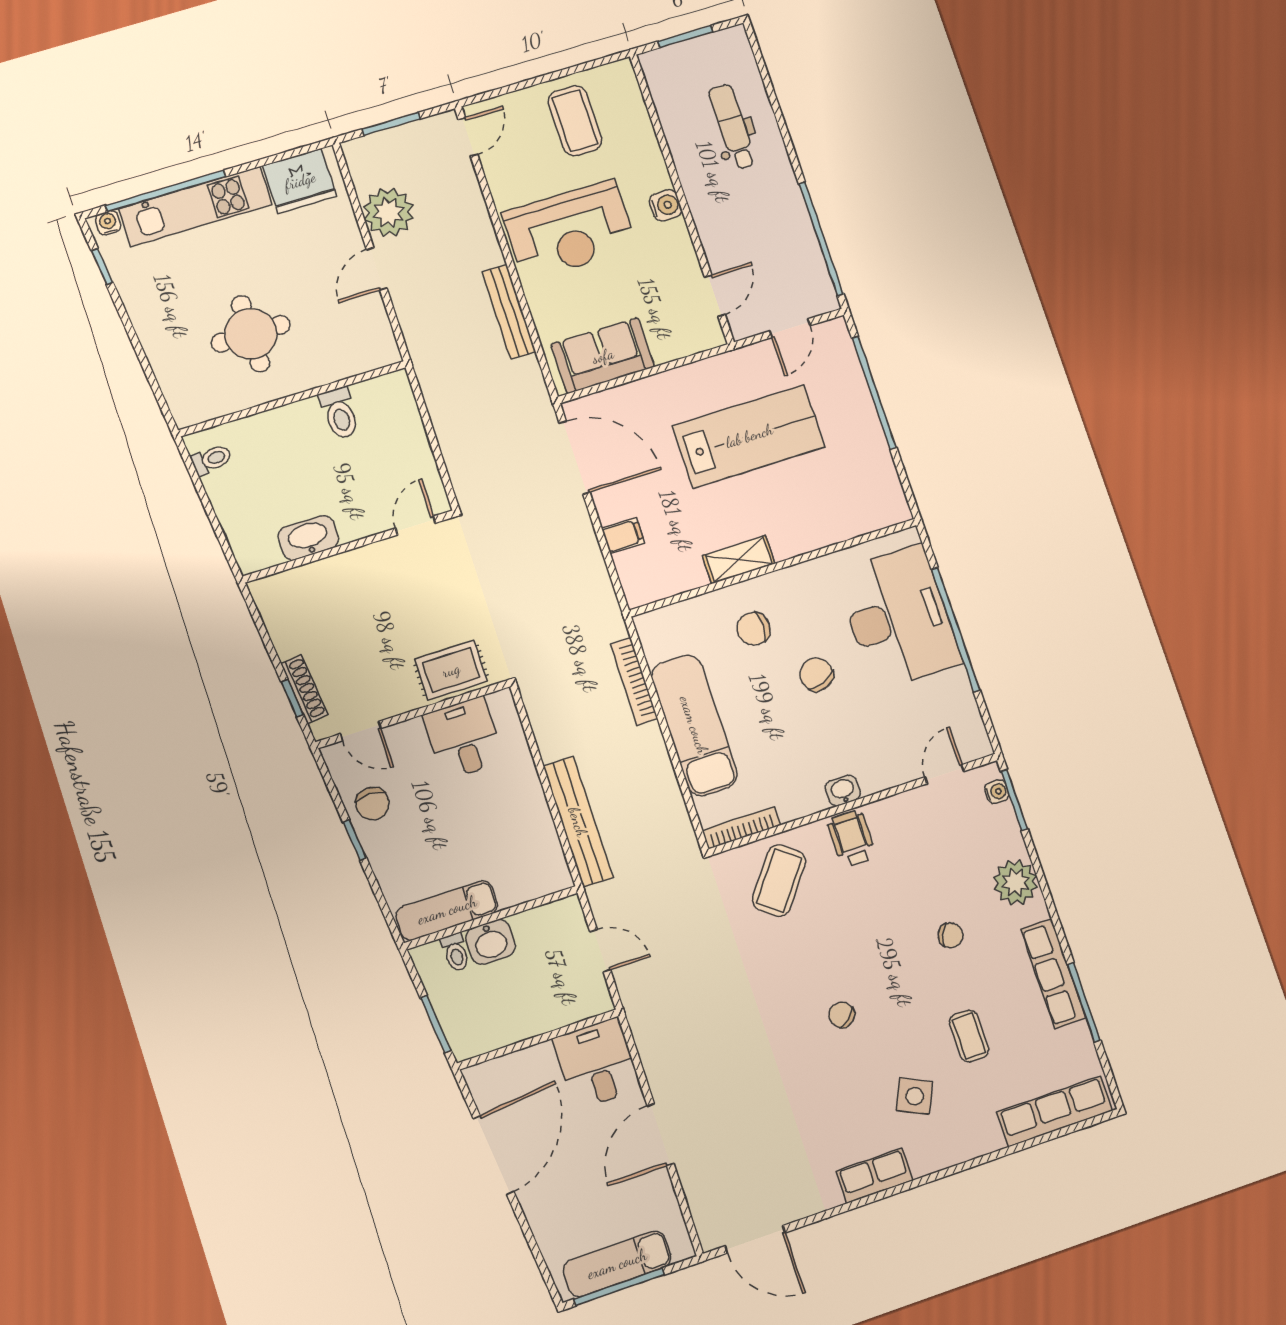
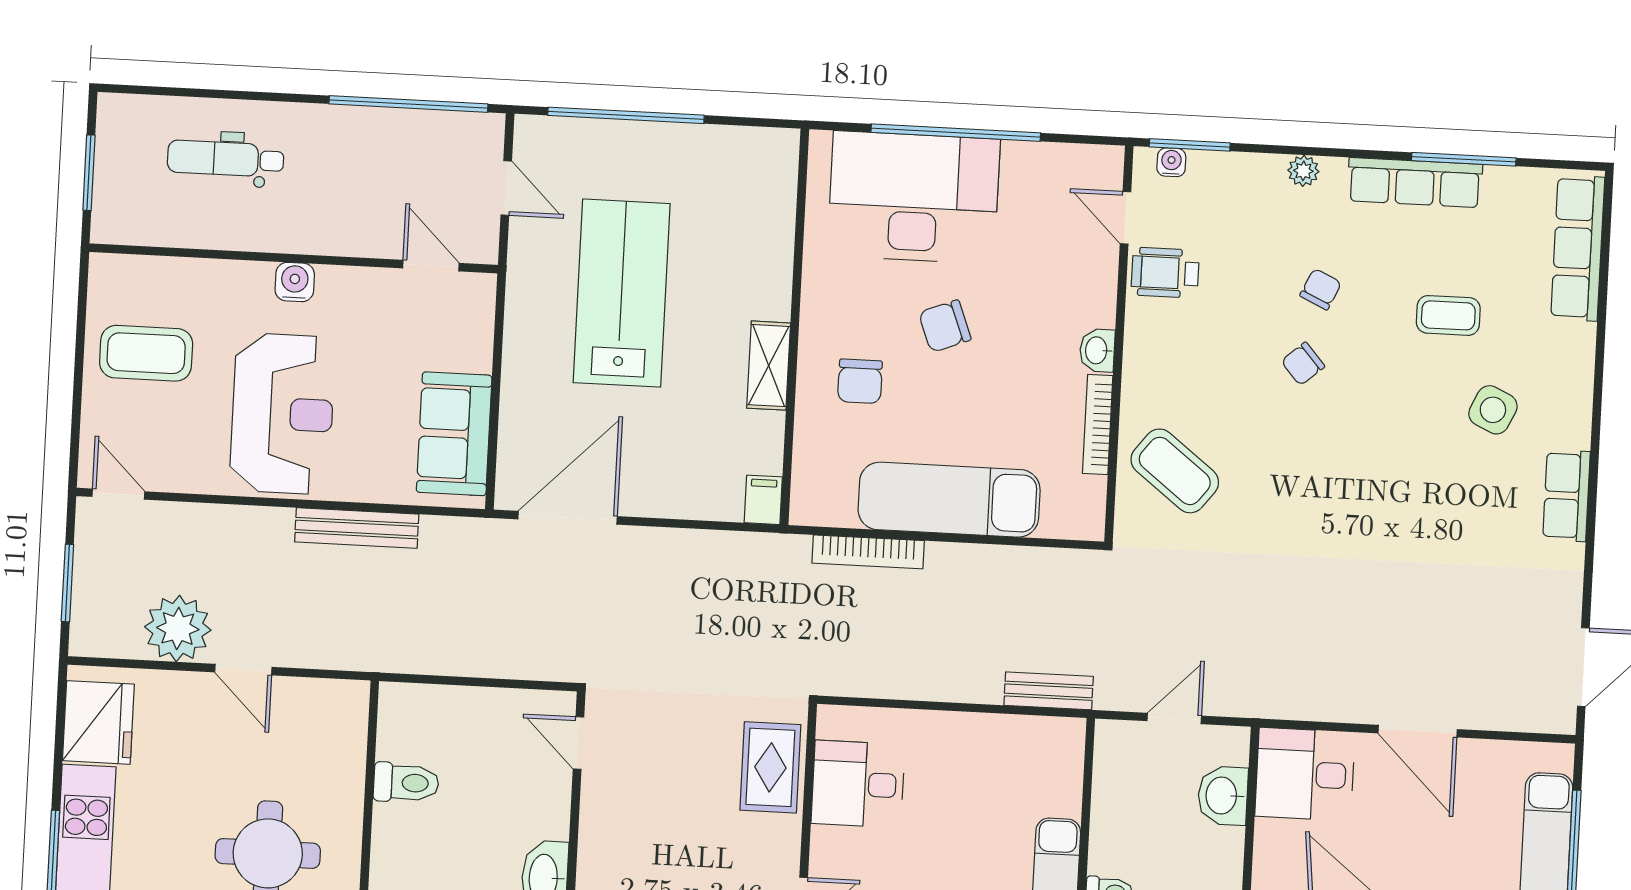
filing cabinet: (623, 536) -> (763, 500), moved
bench: (578, 822) -> (1049, 691), width x0.54, depth x0.82
bookcase: (741, 828) -> (1098, 425), moved
wheelchair: (852, 839) -> (1165, 273), moved
plant: (1016, 882) -> (1303, 171), width x0.53, depth x0.53
washbasin: (490, 942) -> (1223, 796), moved, turned 180
chair: (842, 1015) -> (1303, 364), moved

